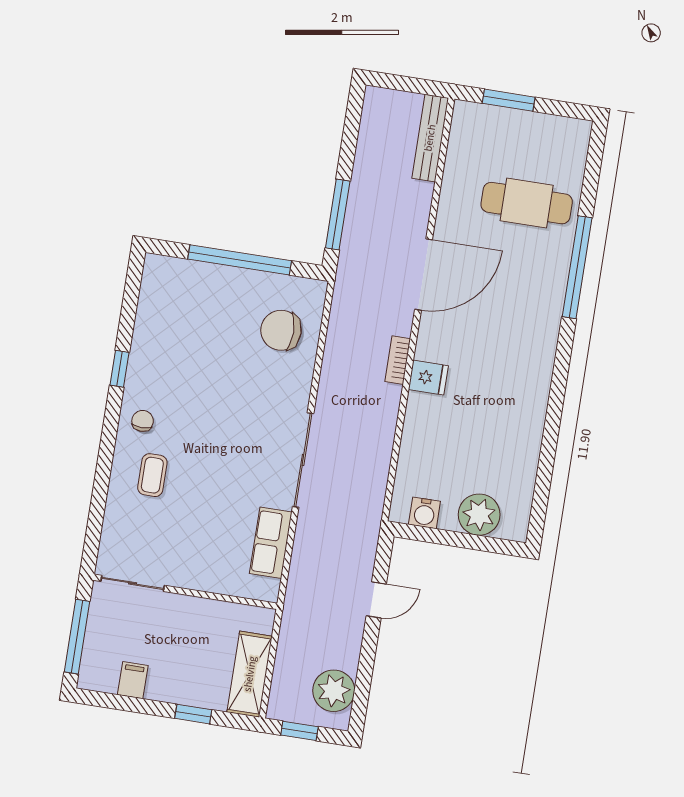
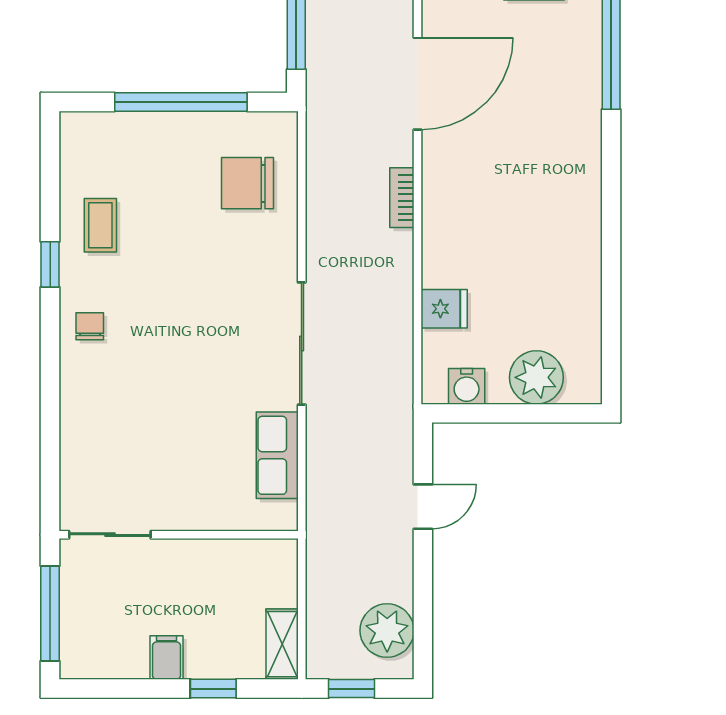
fridge: (428, 378) -> (444, 309), moved
coffee table: (152, 475) -> (100, 225), moved
shelving: (250, 674) -> (282, 644), width x0.67, depth x0.75
filing cabinet: (133, 680) -> (166, 658), moved

